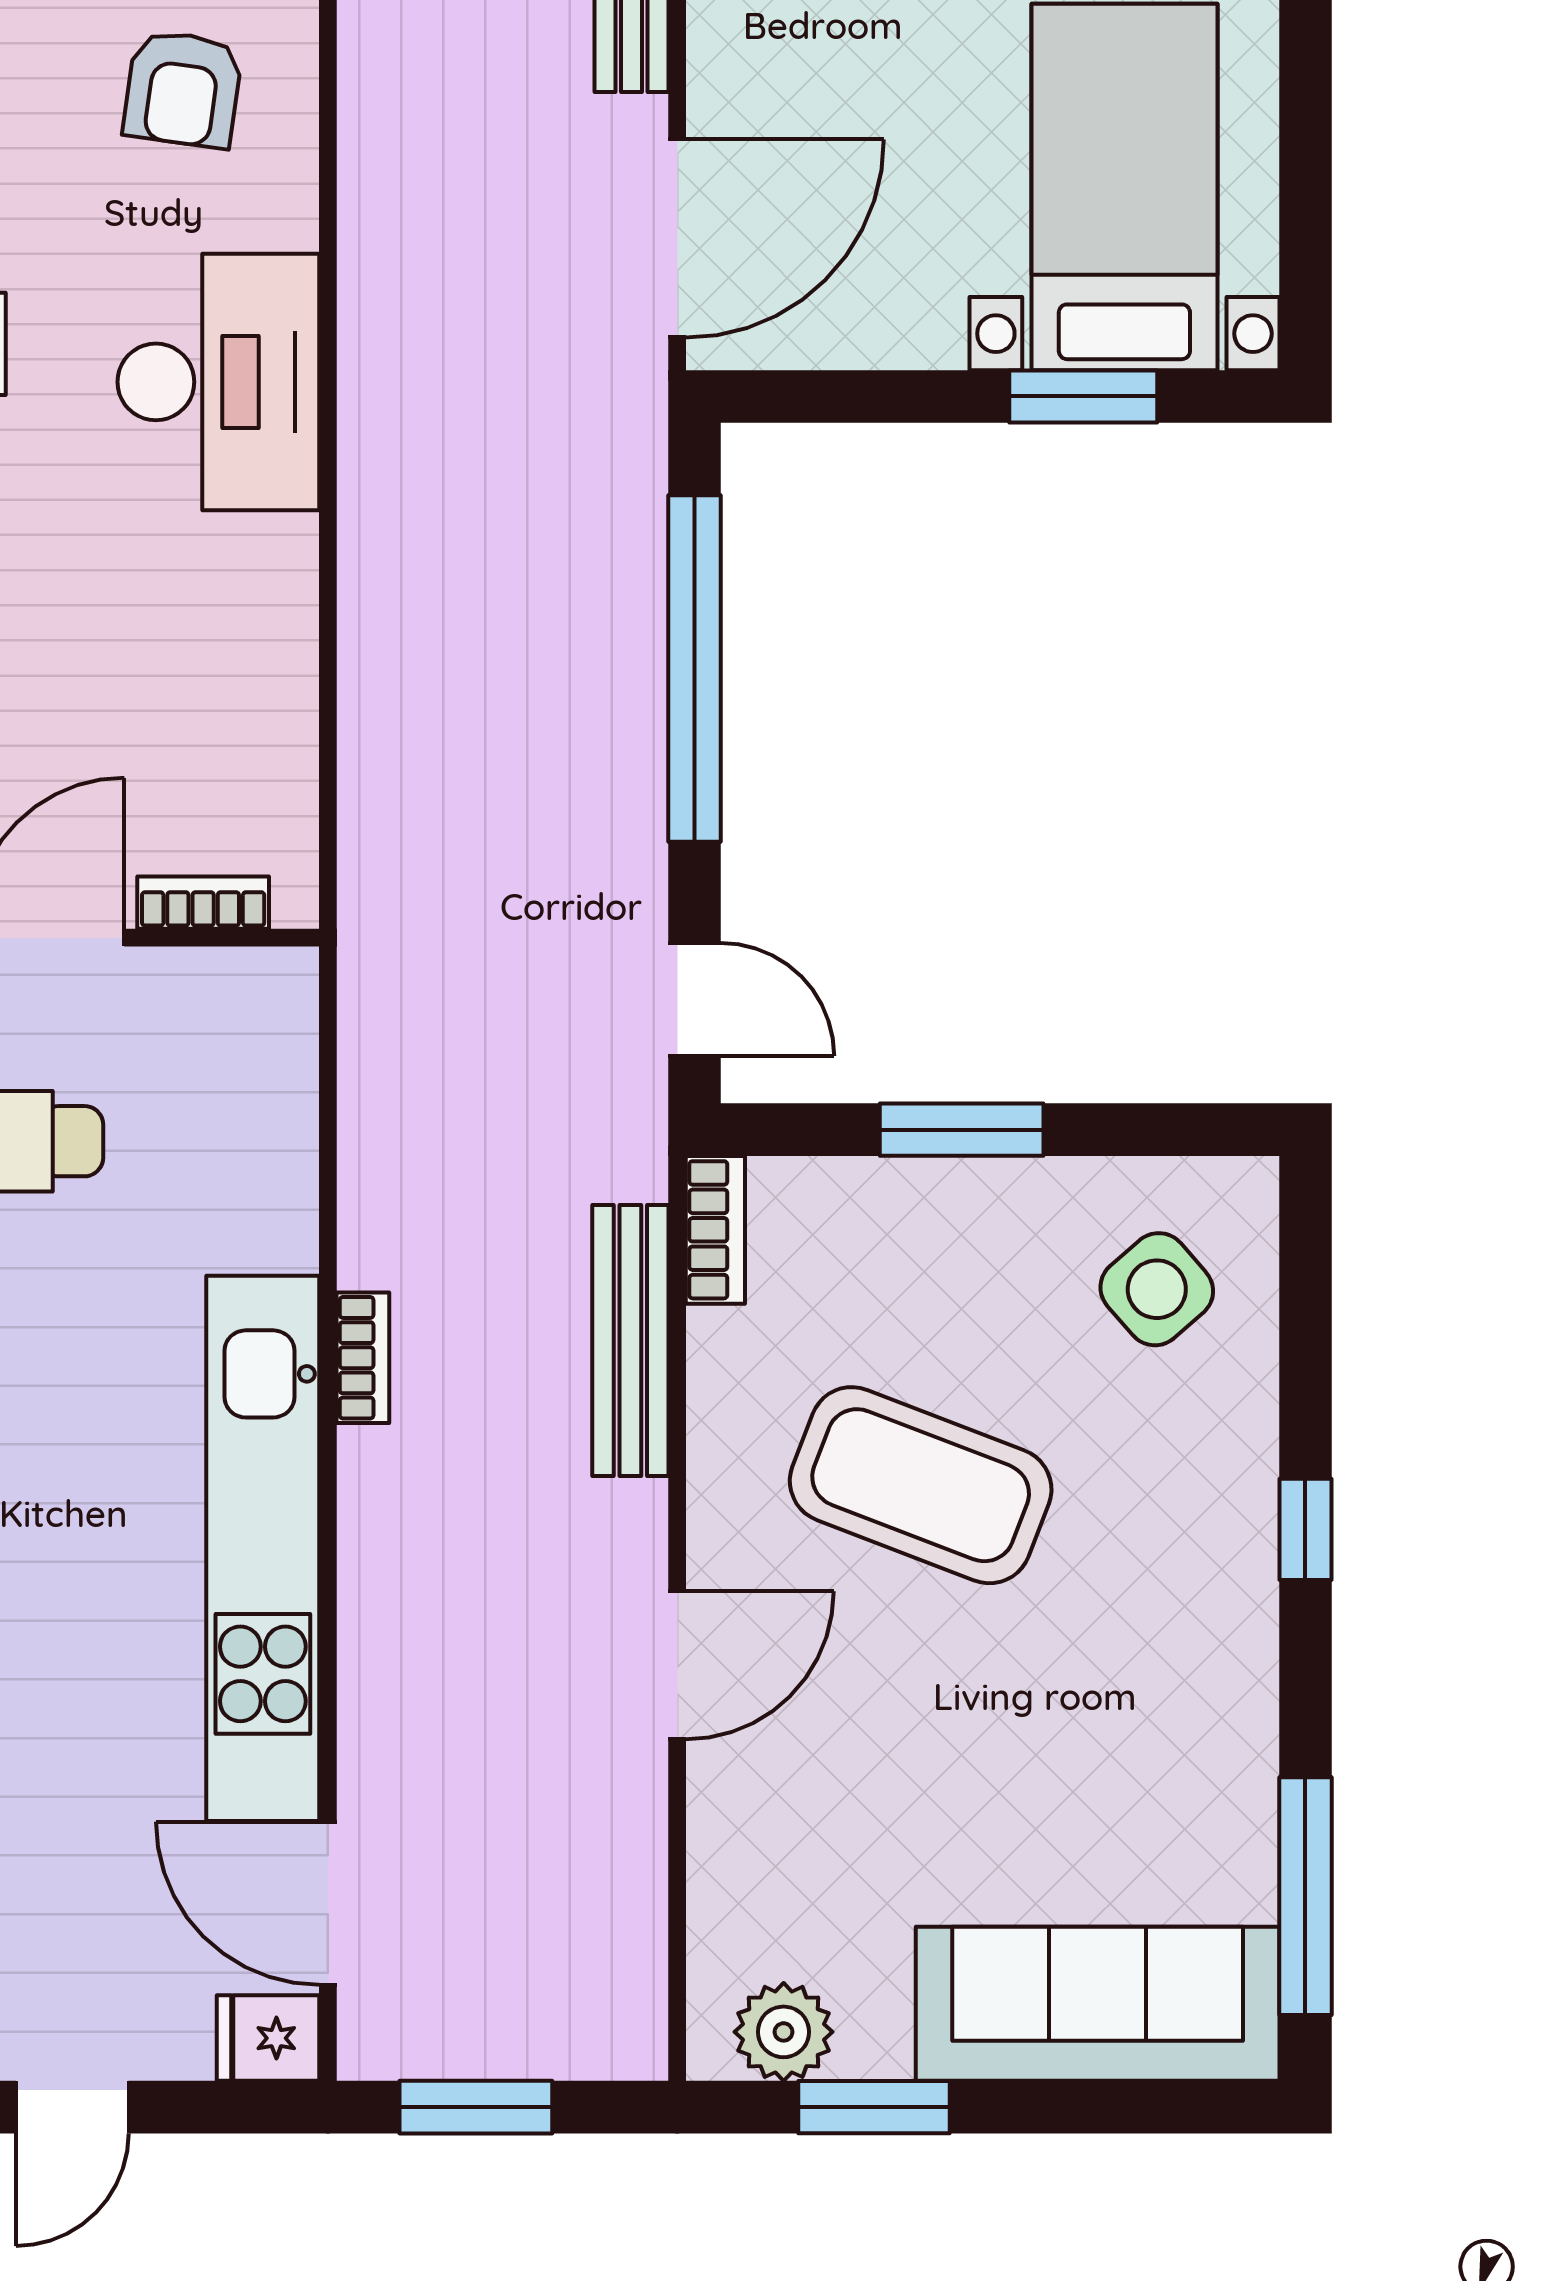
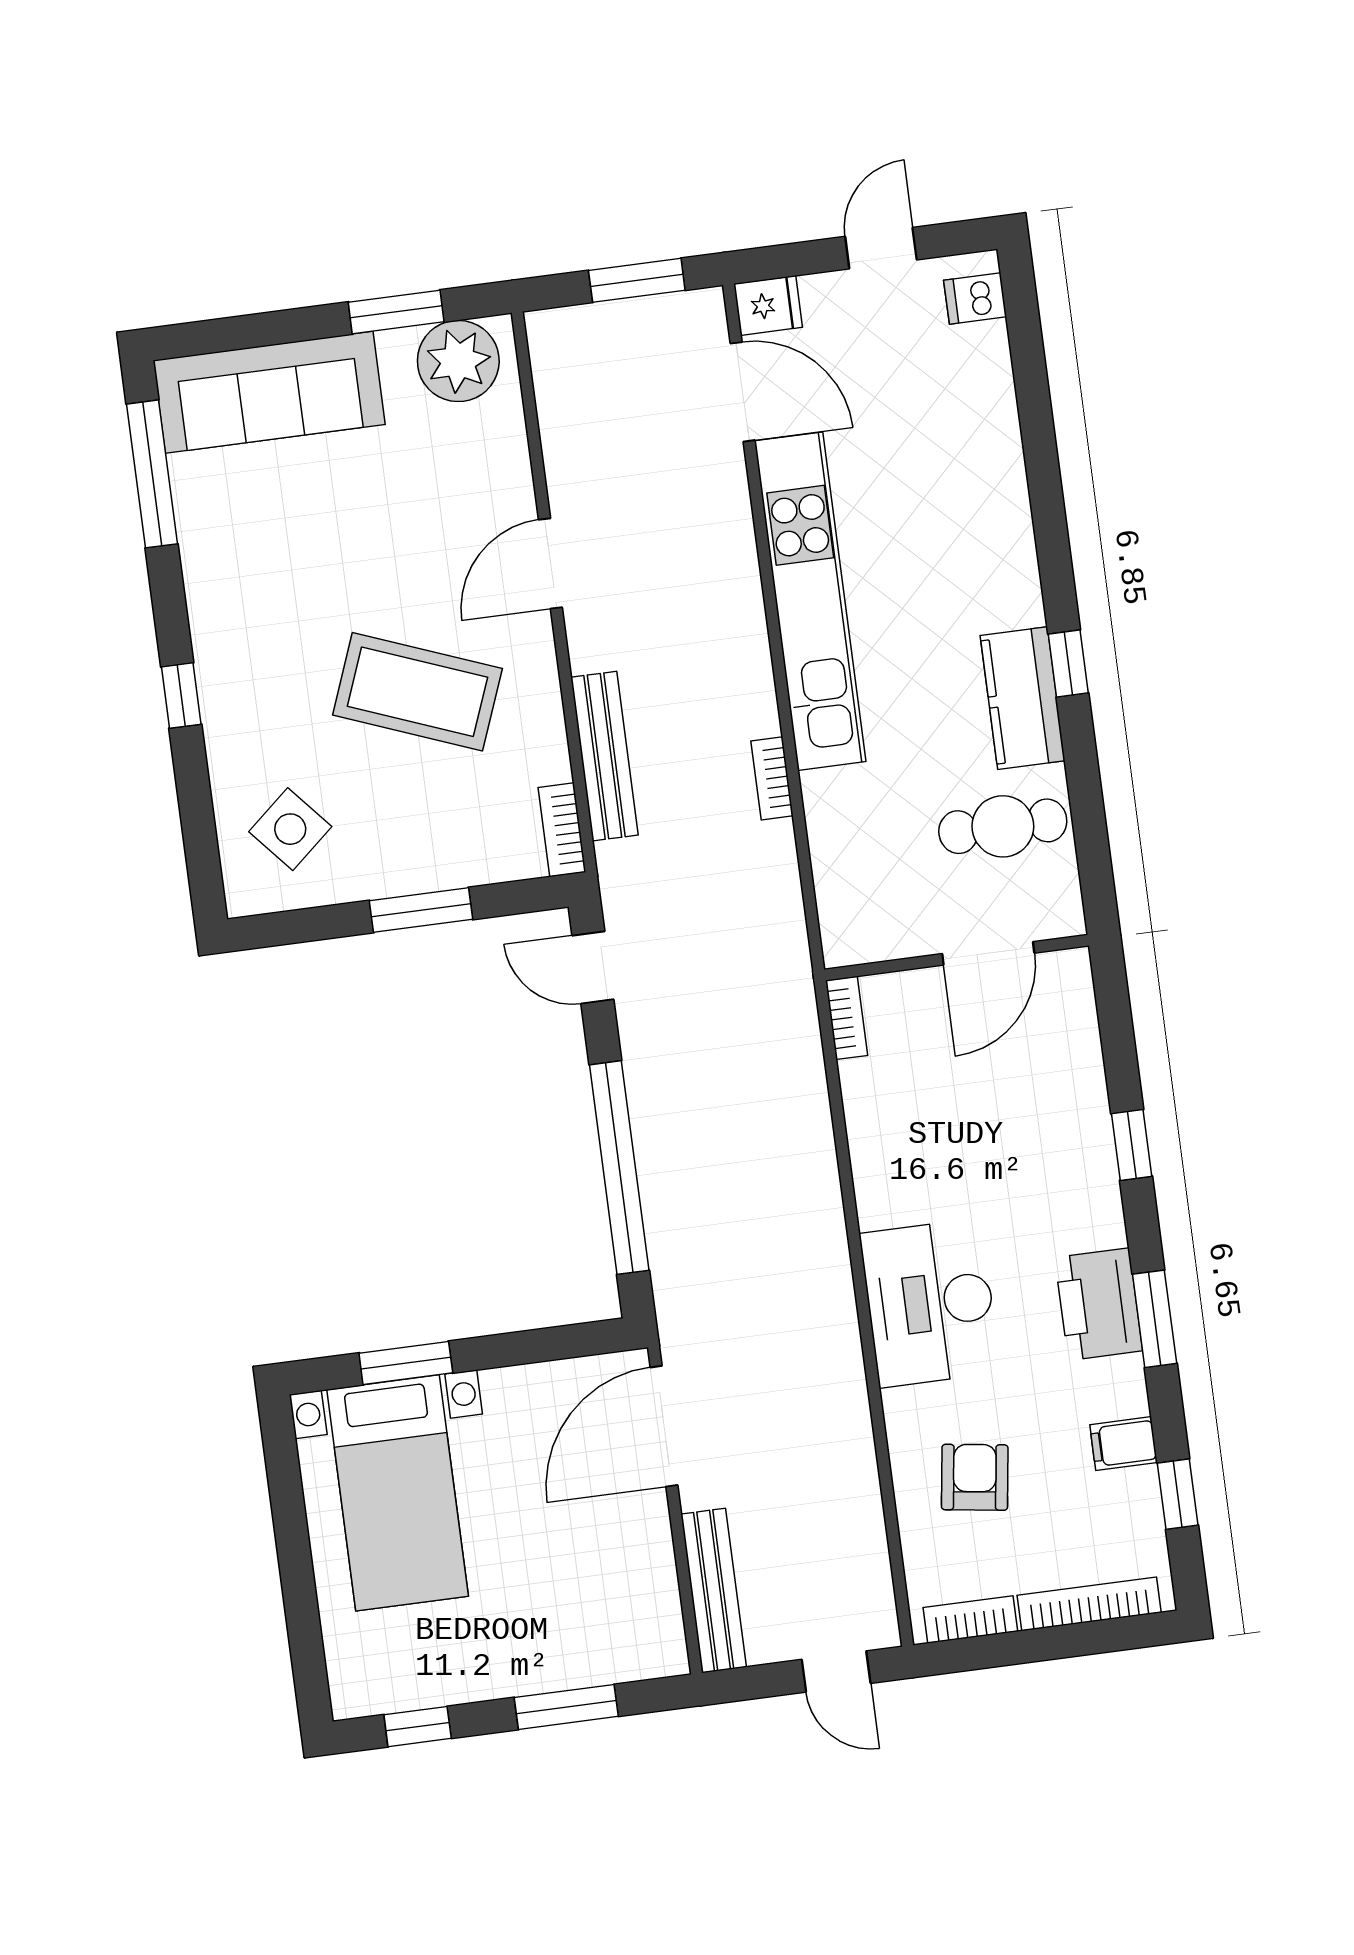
bookcase: (203, 903) -> (847, 1018), moved, turned -90
bookcase: (363, 1358) -> (772, 778), moved
plant: (784, 2032) -> (458, 361), width x1.36, depth x1.36

